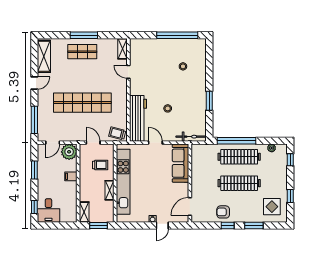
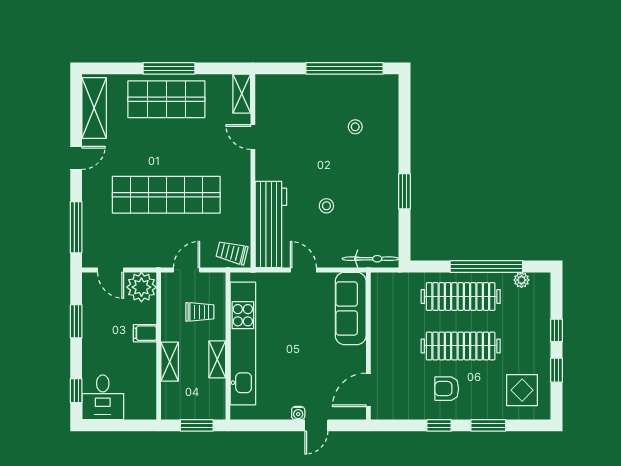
shop shelf: (82, 52) -> (166, 99), width x1.43, depth x1.36
window: (236, 141) -> (486, 267), moved
door: (53, 143) -> (111, 270), hinge flipped
door: (93, 143) -> (187, 270), hinge flipped
window: (290, 160) -> (557, 330), moved
shelving: (84, 212) -> (170, 362), moved
armchair: (223, 212) -> (447, 389), moved

